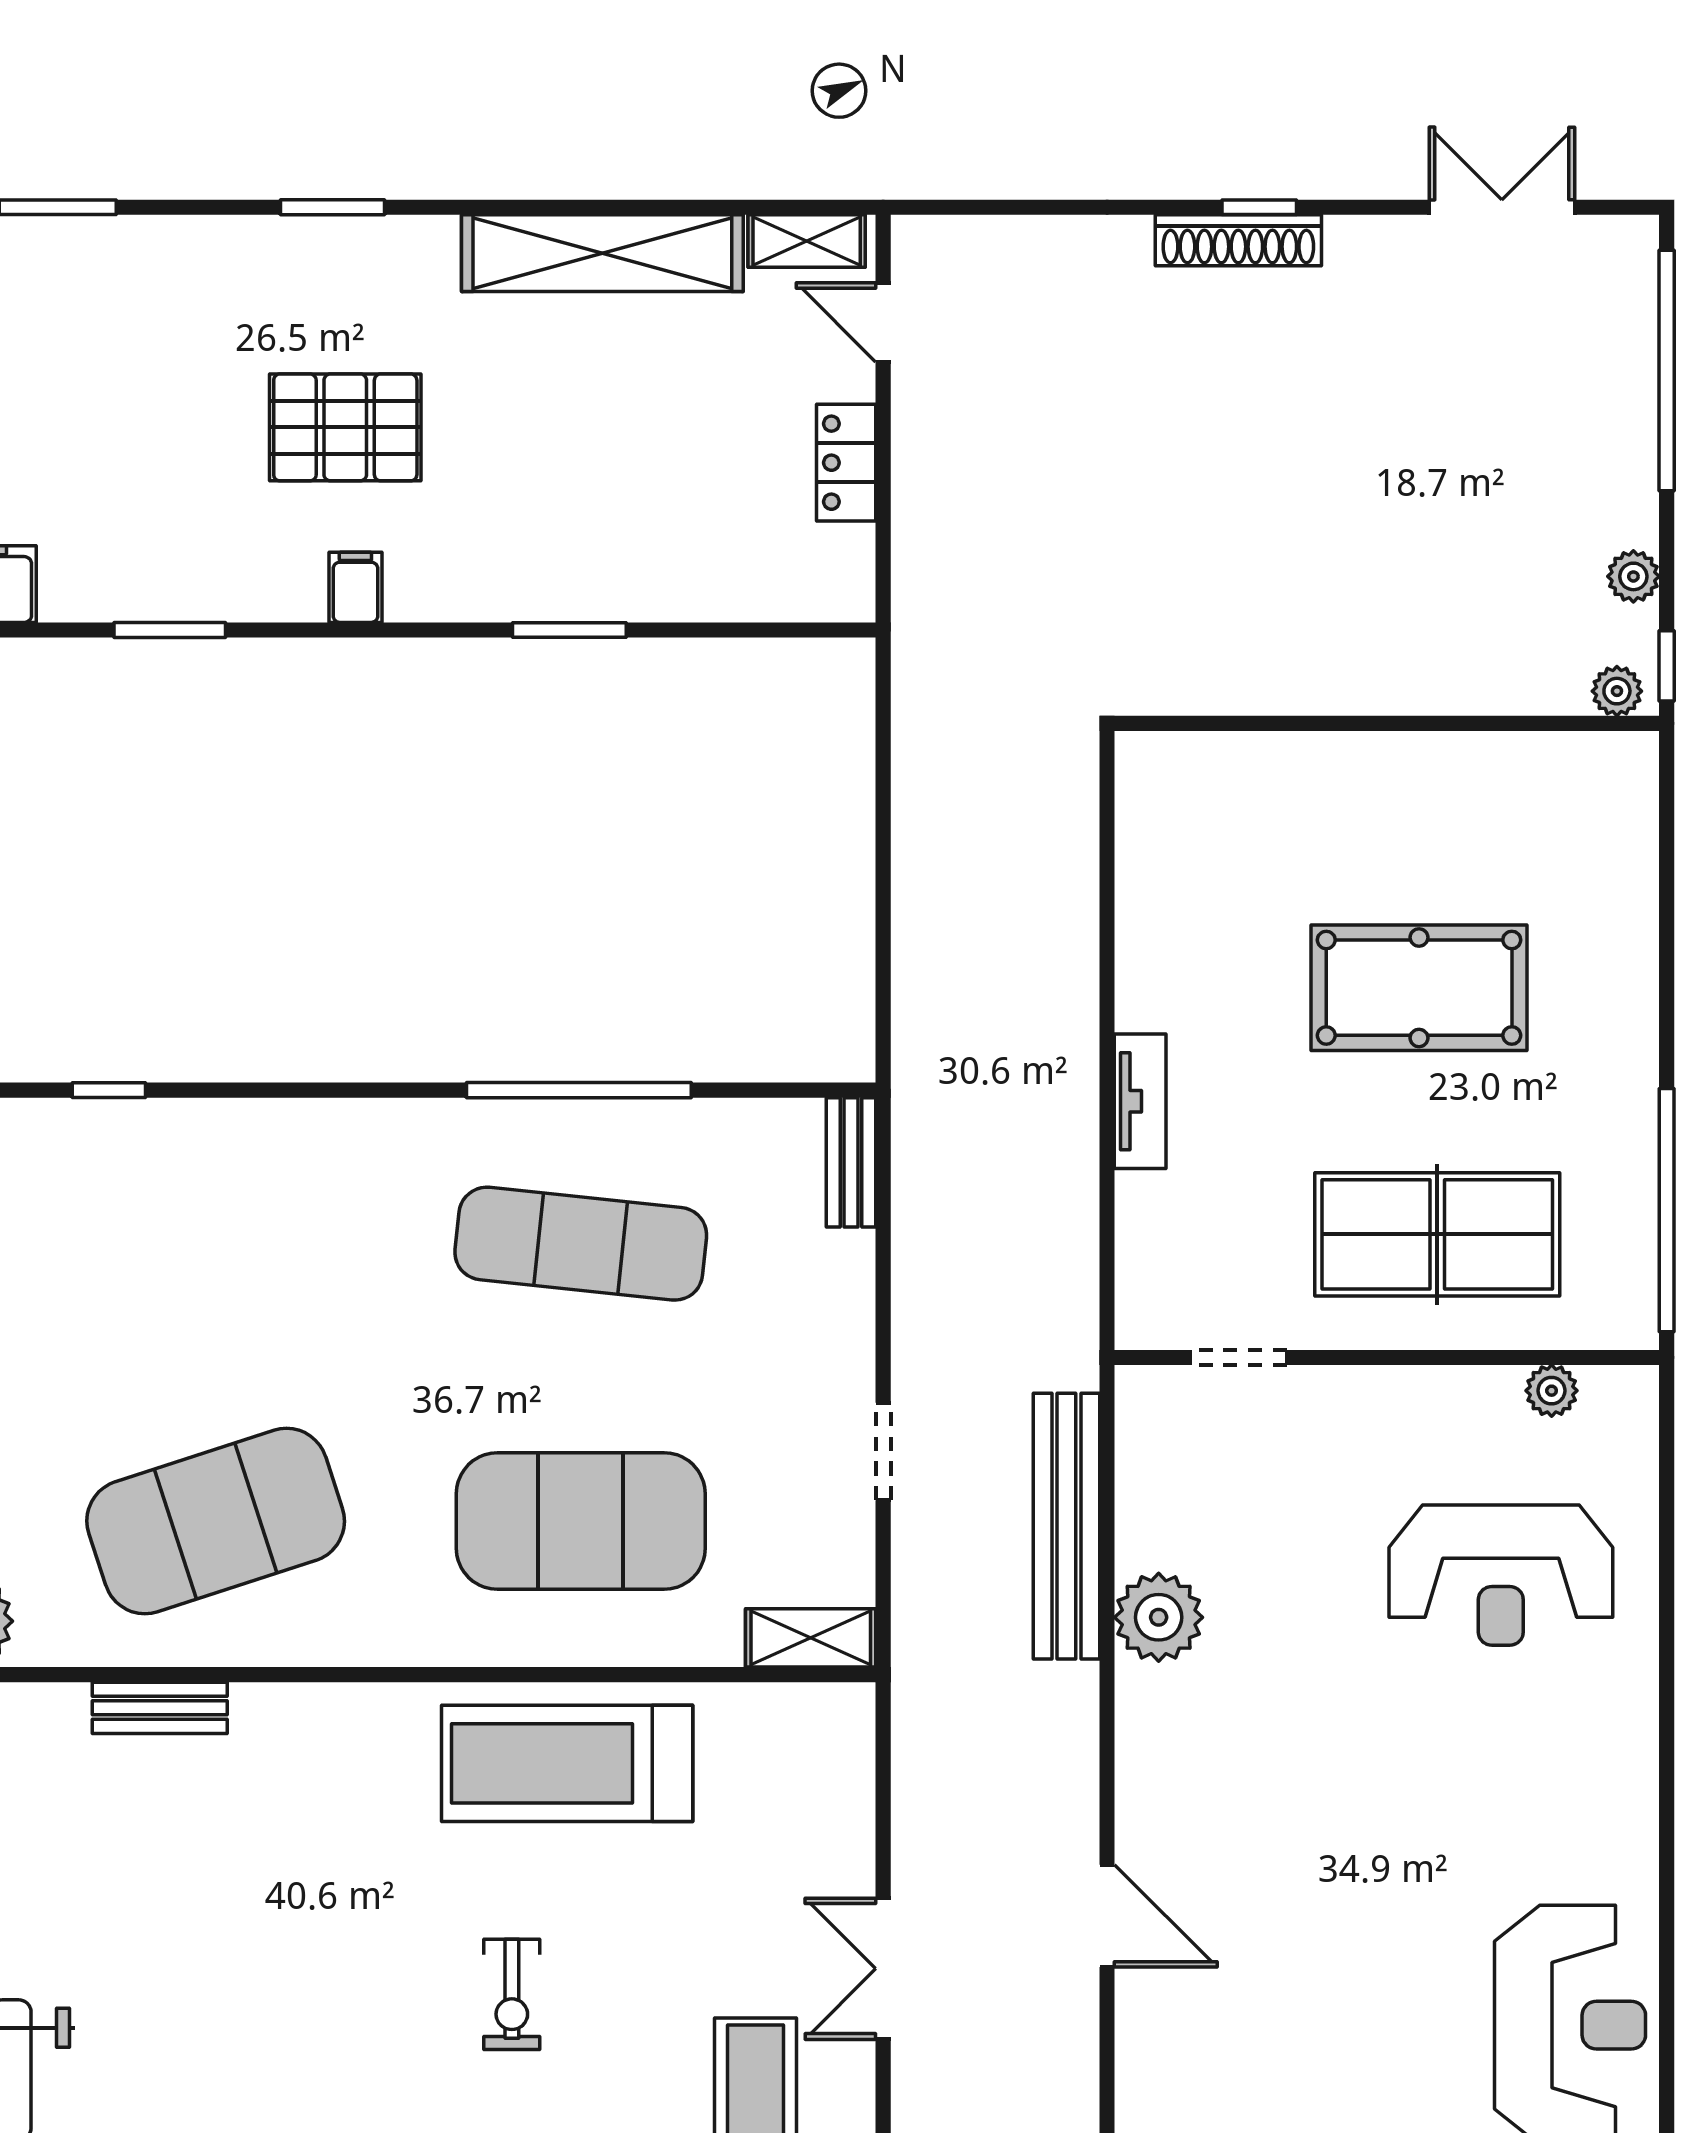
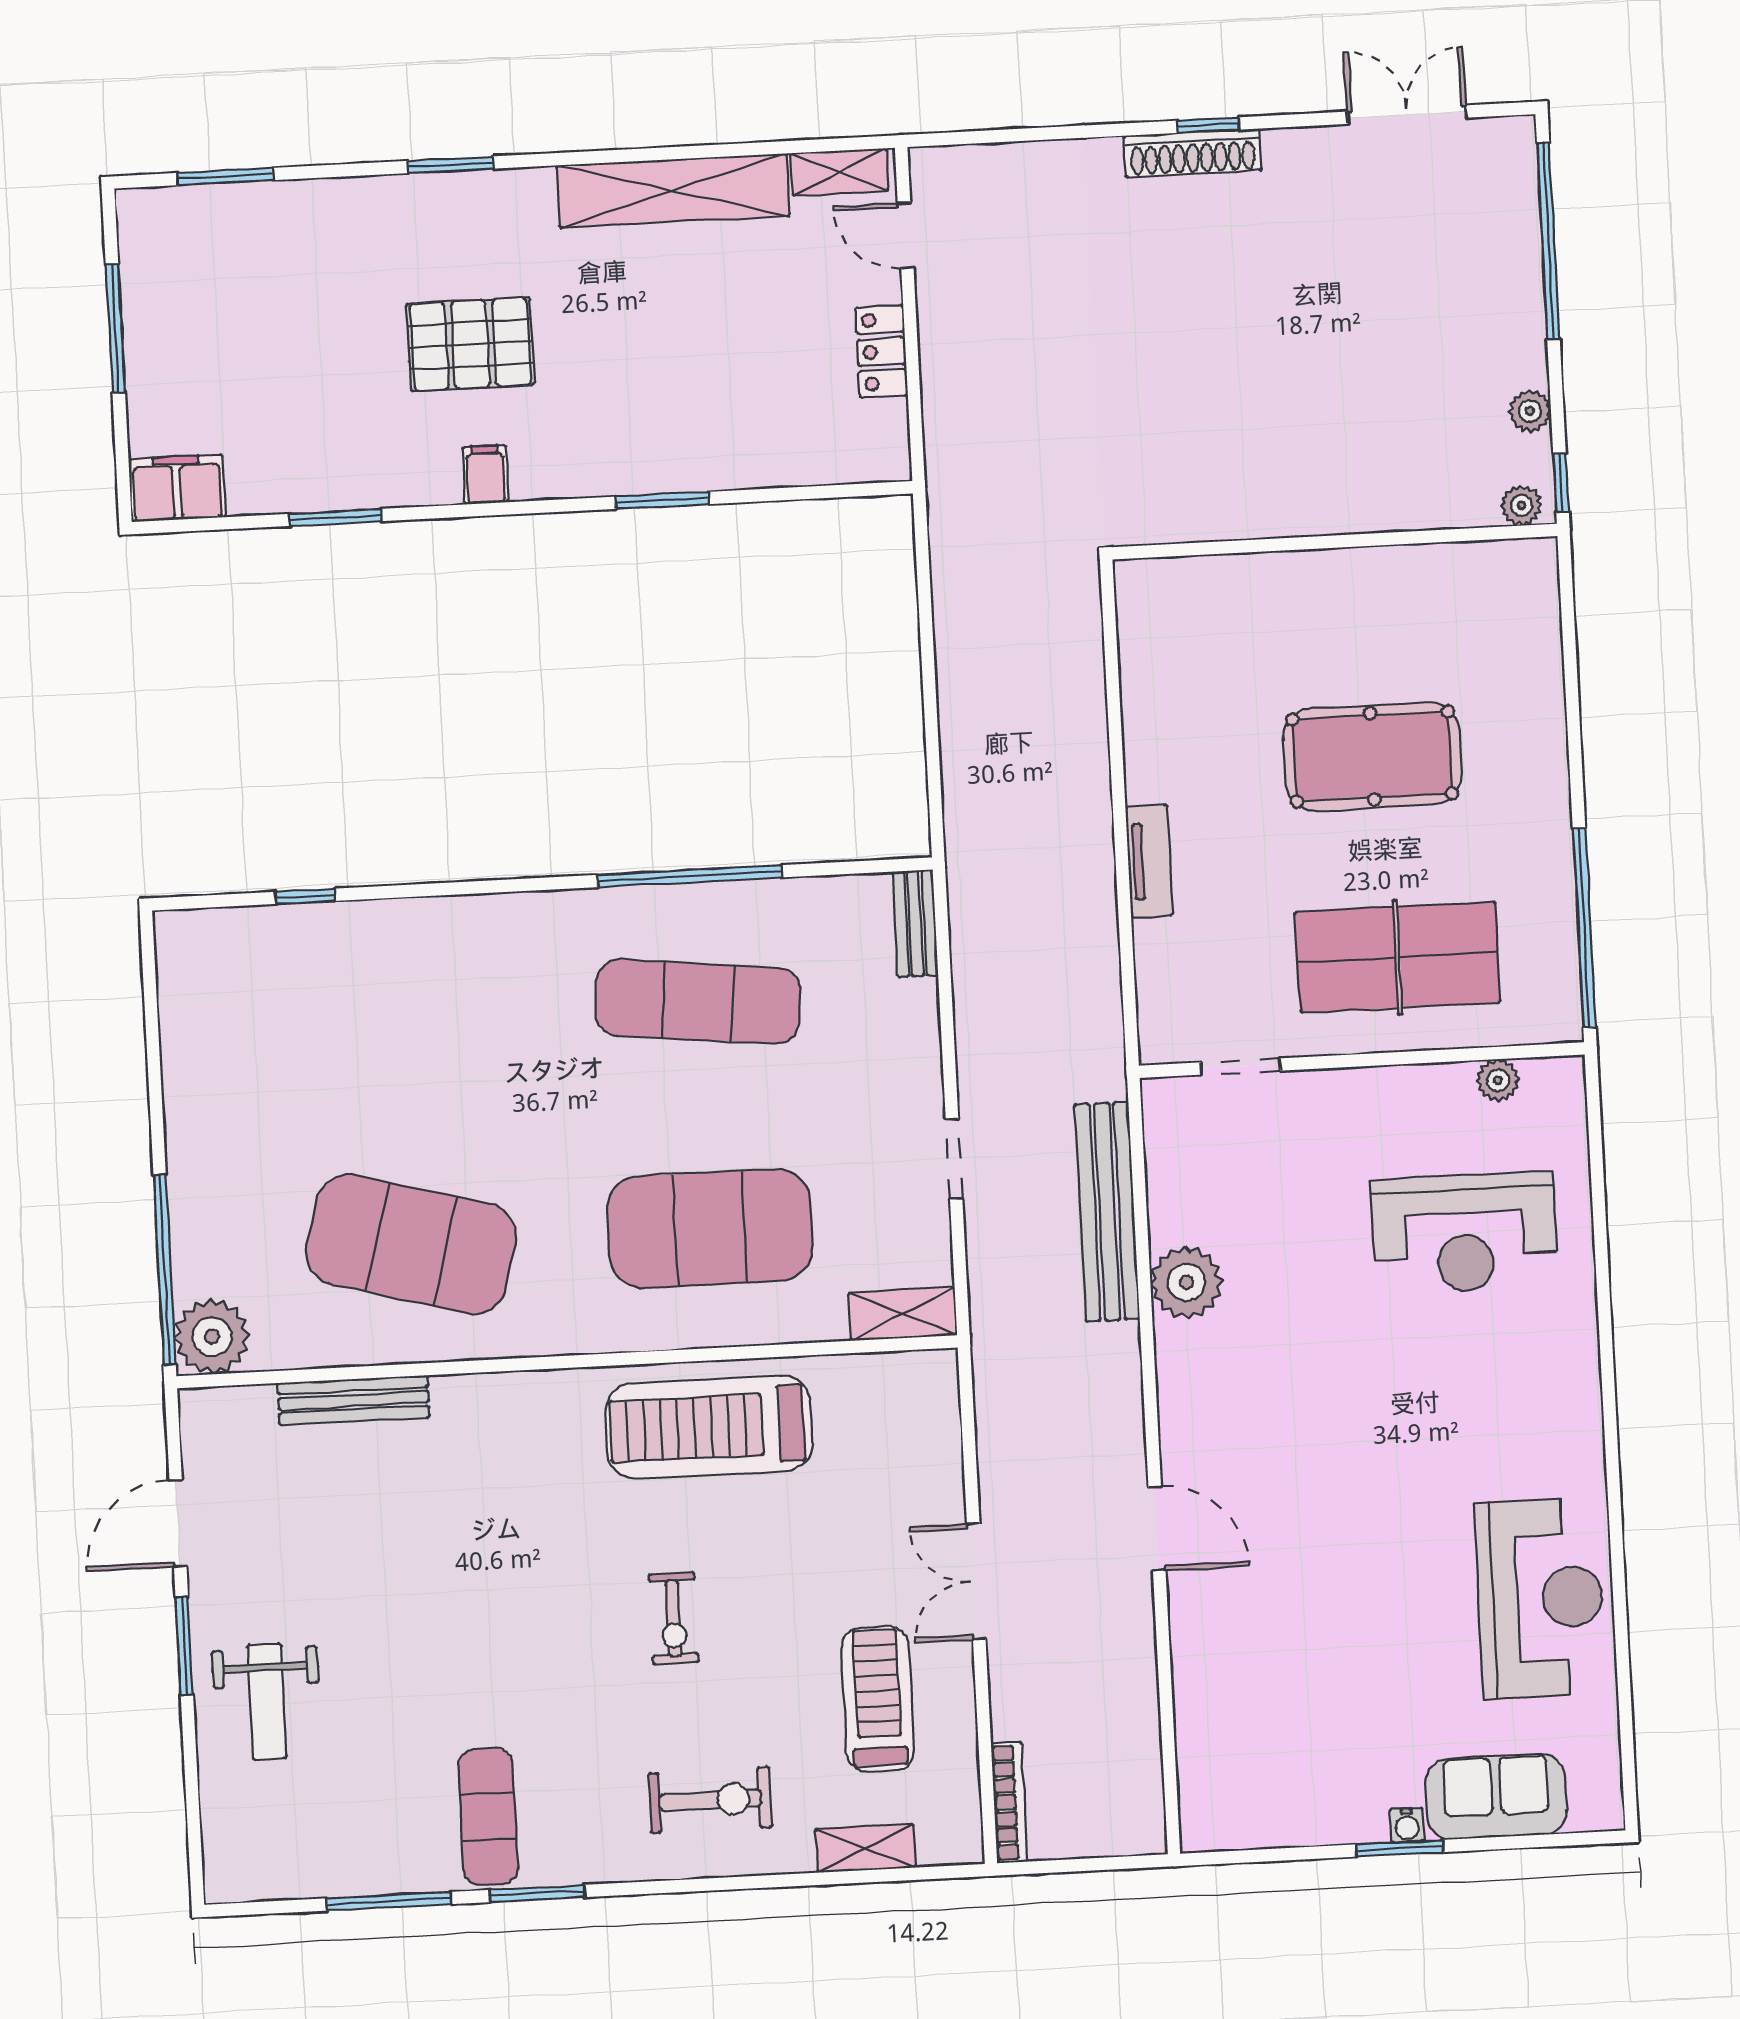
exercise mat: (216, 1521) -> (411, 1244), turned 33
bench: (160, 1708) -> (353, 1400), width x1.36

